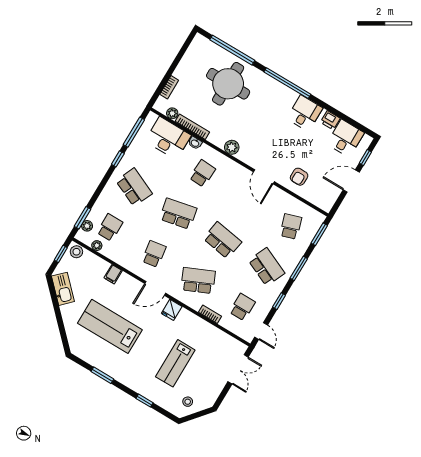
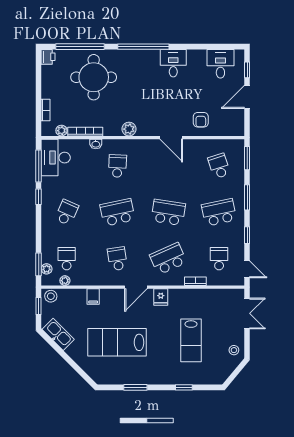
printer: (330, 120) -> (48, 57), moved, turned -90
desk: (168, 138) -> (56, 158), moved, turned -90
school desk: (134, 187) -> (67, 212), width x0.54
school desk: (267, 267) -> (219, 212), turned -36
stool: (188, 402) -> (234, 350), moved

